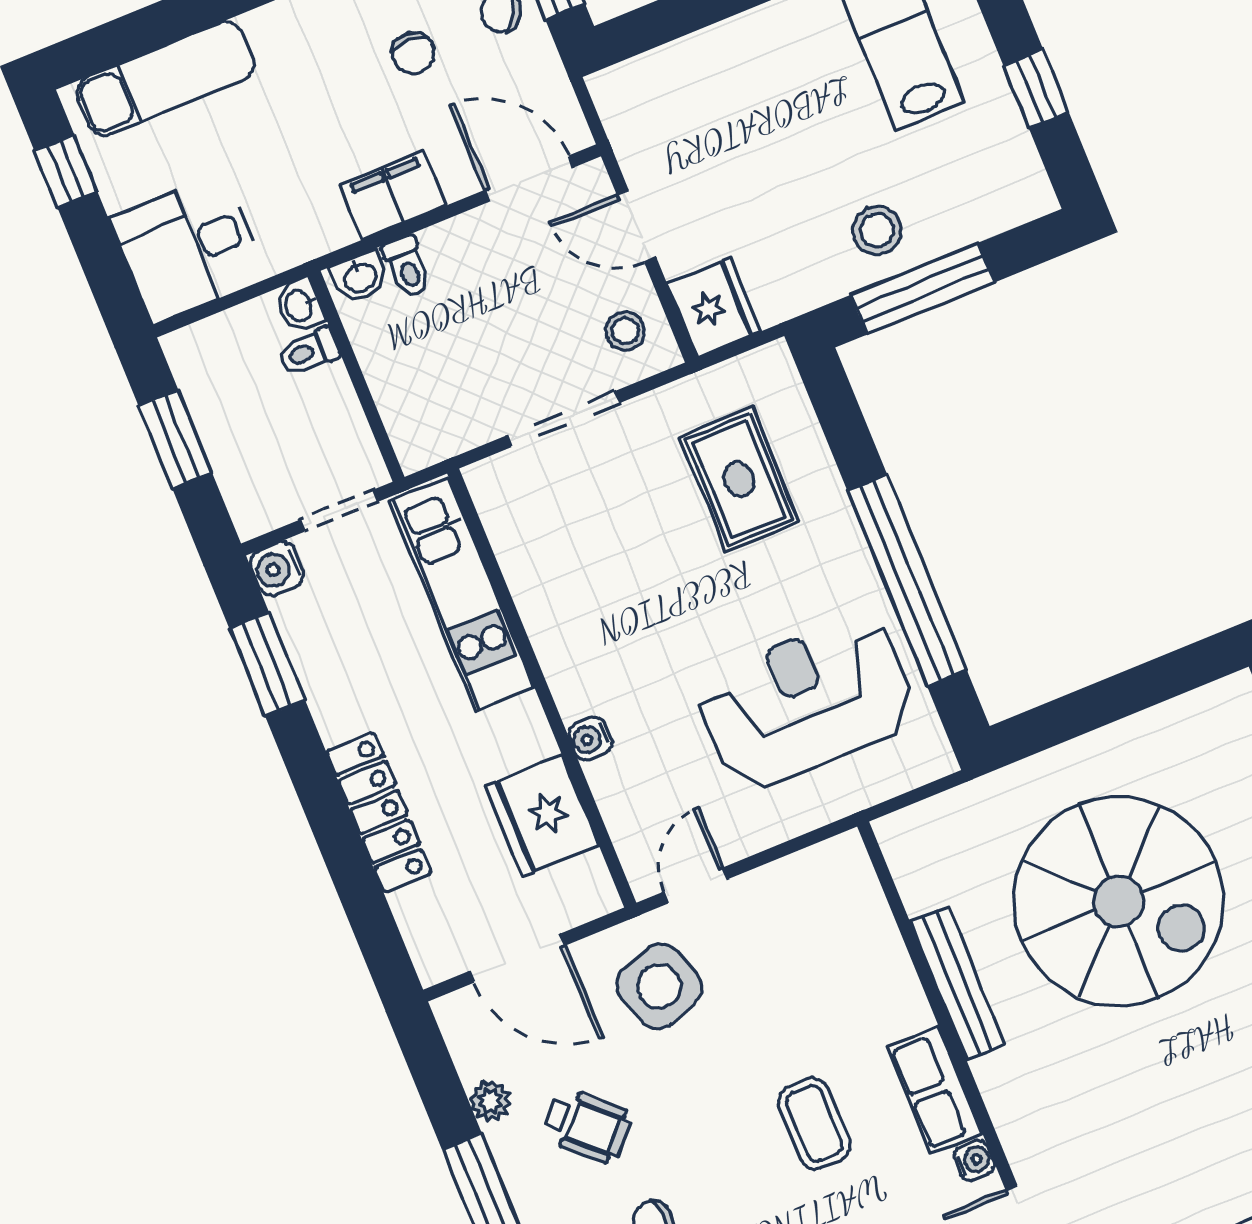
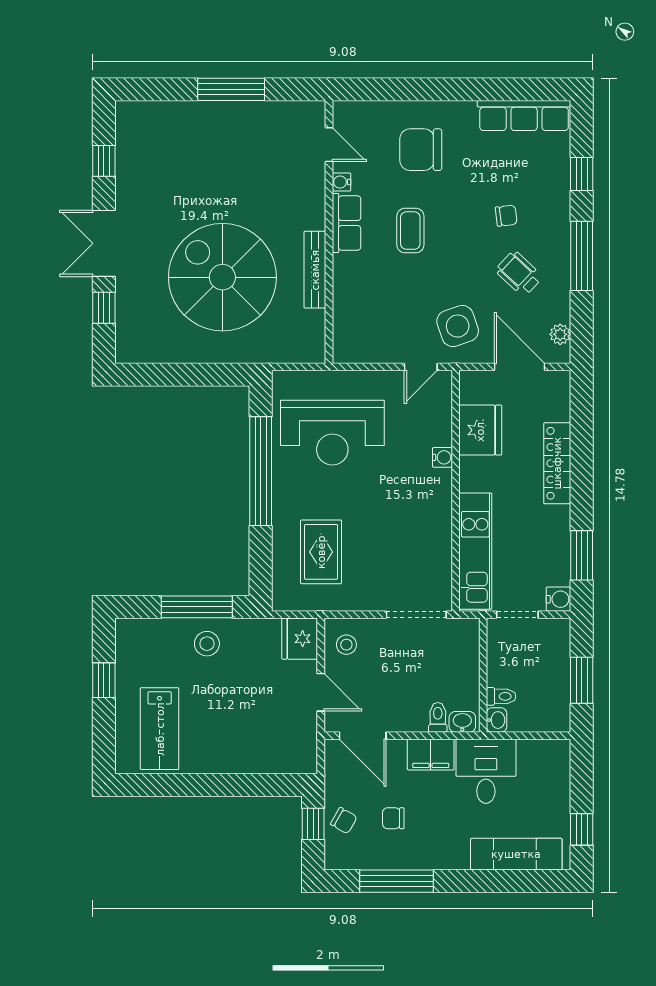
chair: (413, 53) -> (393, 818), turned -90
desk: (188, 248) -> (486, 771), moved, turned -90
doorway: (563, 419) -> (416, 615), moved
plant: (490, 1101) -> (560, 334), moved

